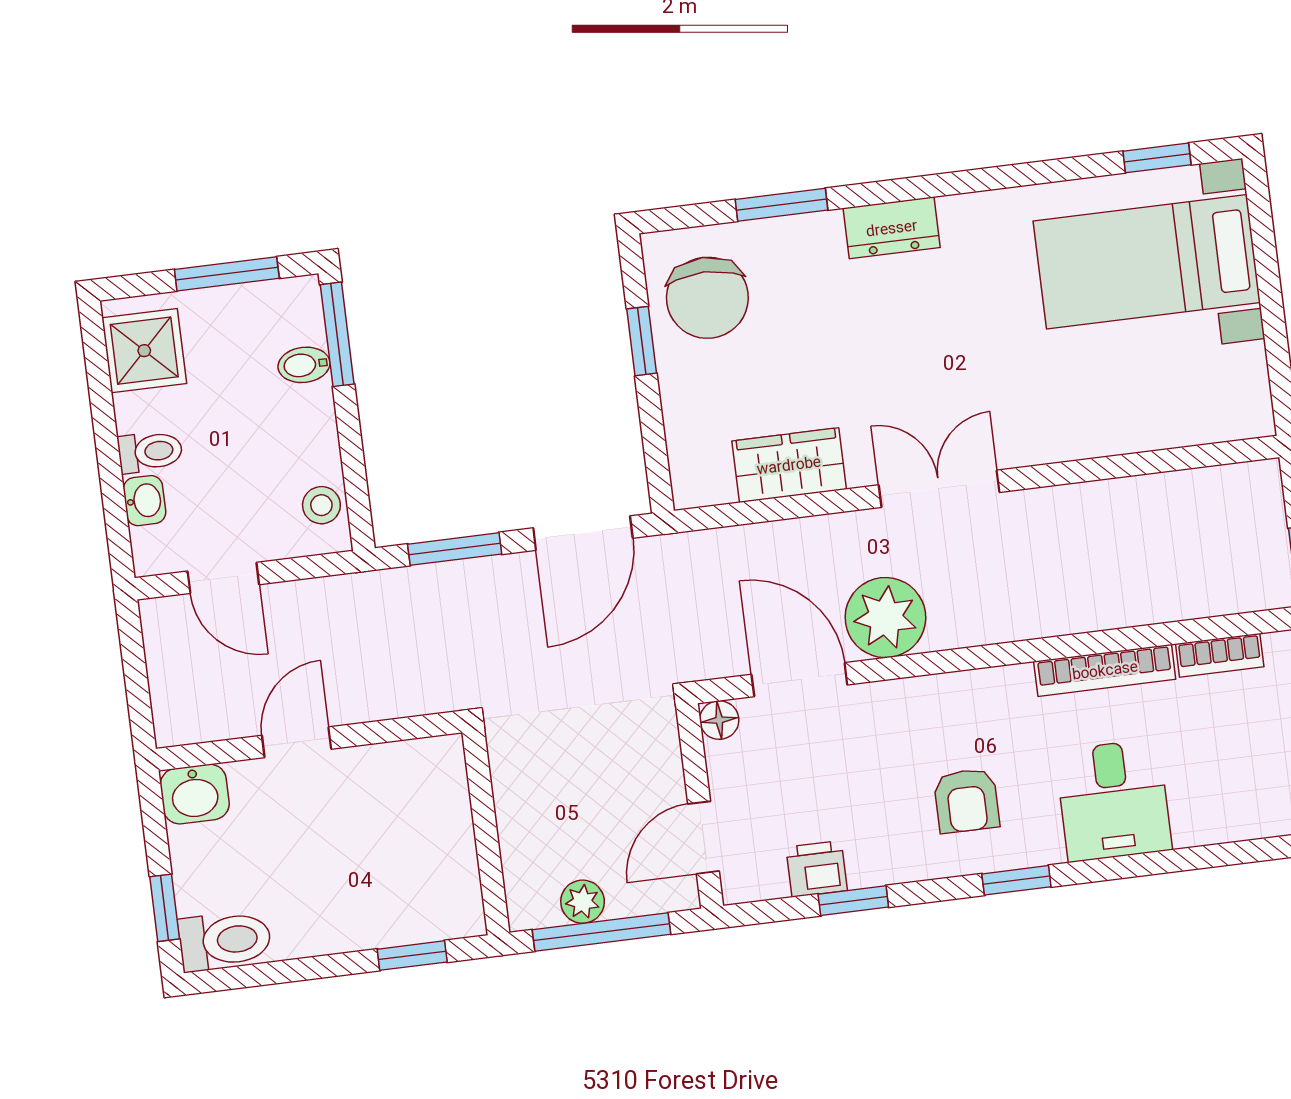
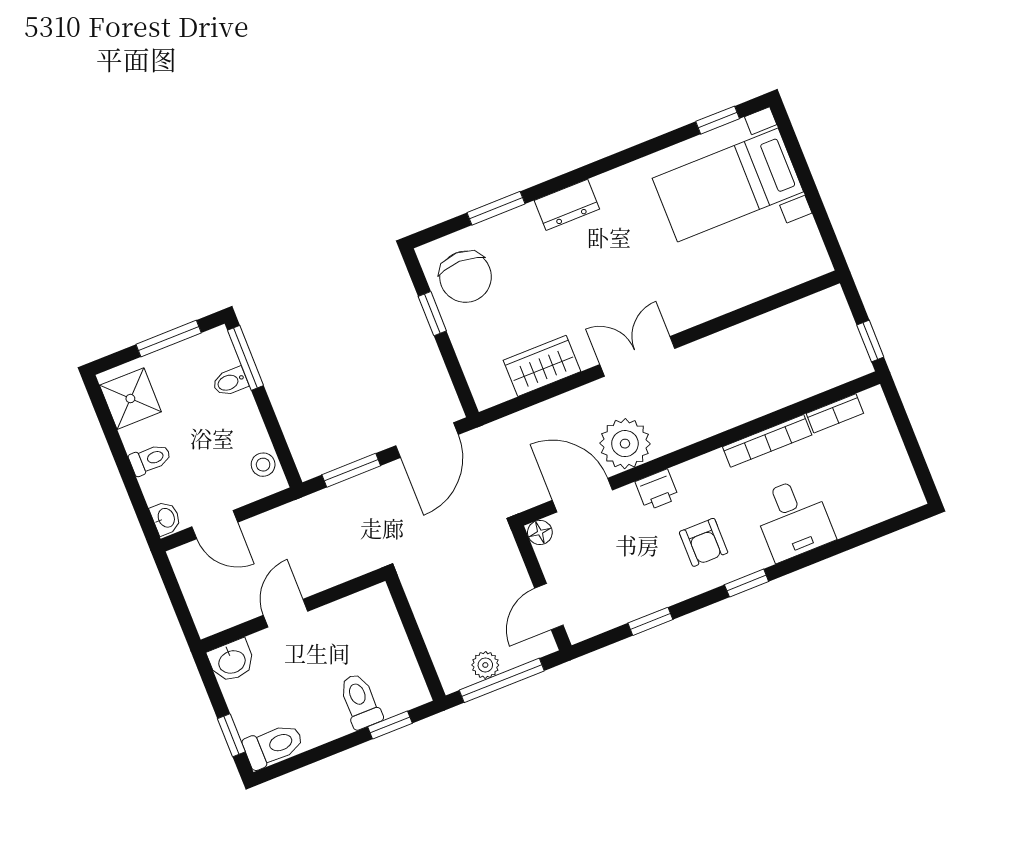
washbasin: (145, 501) -> (166, 518), moved
printer: (817, 869) -> (657, 490), moved, turned 180
toilet: (376, 907) -> (360, 701), added

